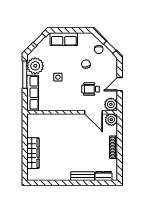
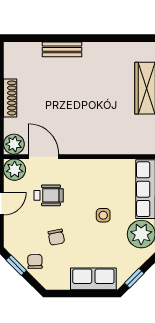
dresser: (104, 176) -> (27, 50), removed

